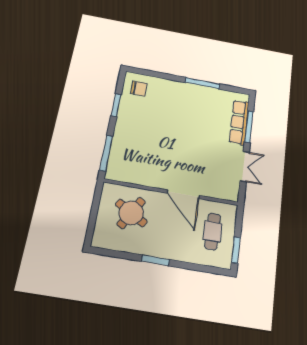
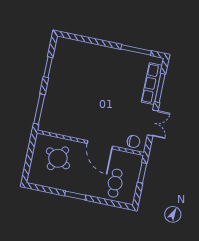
window: (202, 83) -> (136, 50), moved
chair: (139, 88) -> (133, 142), moved
cafe table: (213, 231) -> (115, 183), moved
window: (236, 250) -> (142, 173), moved

